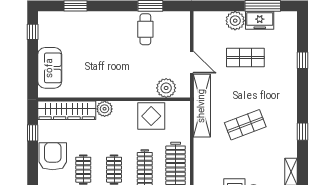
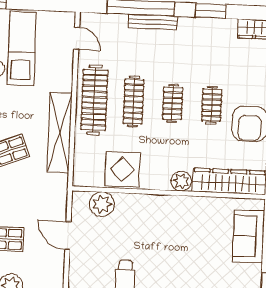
shelving: (202, 106) -> (59, 133), moved

